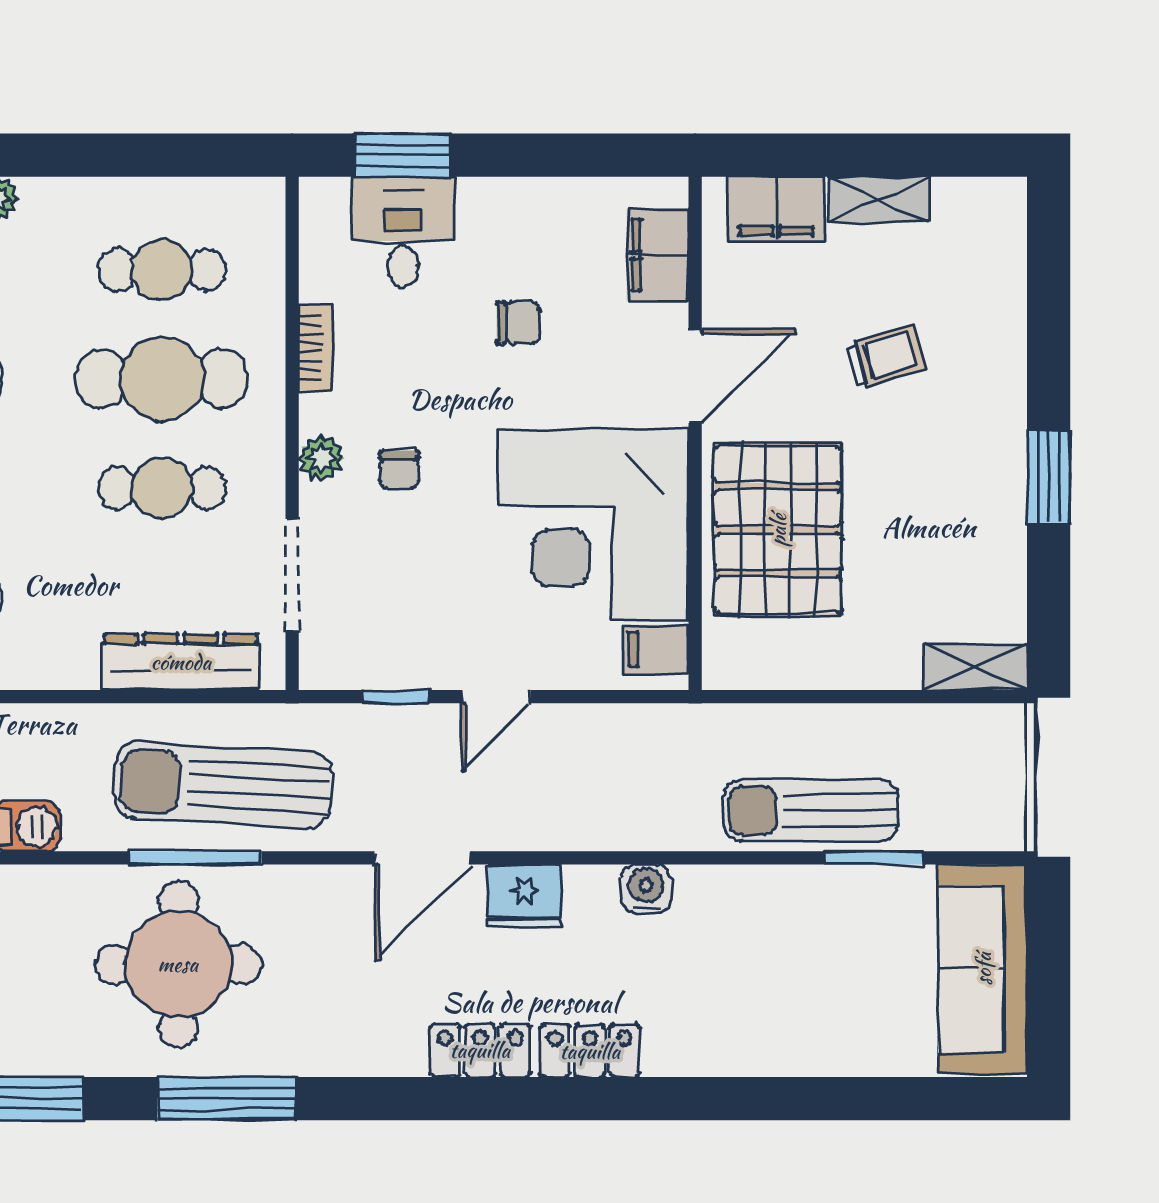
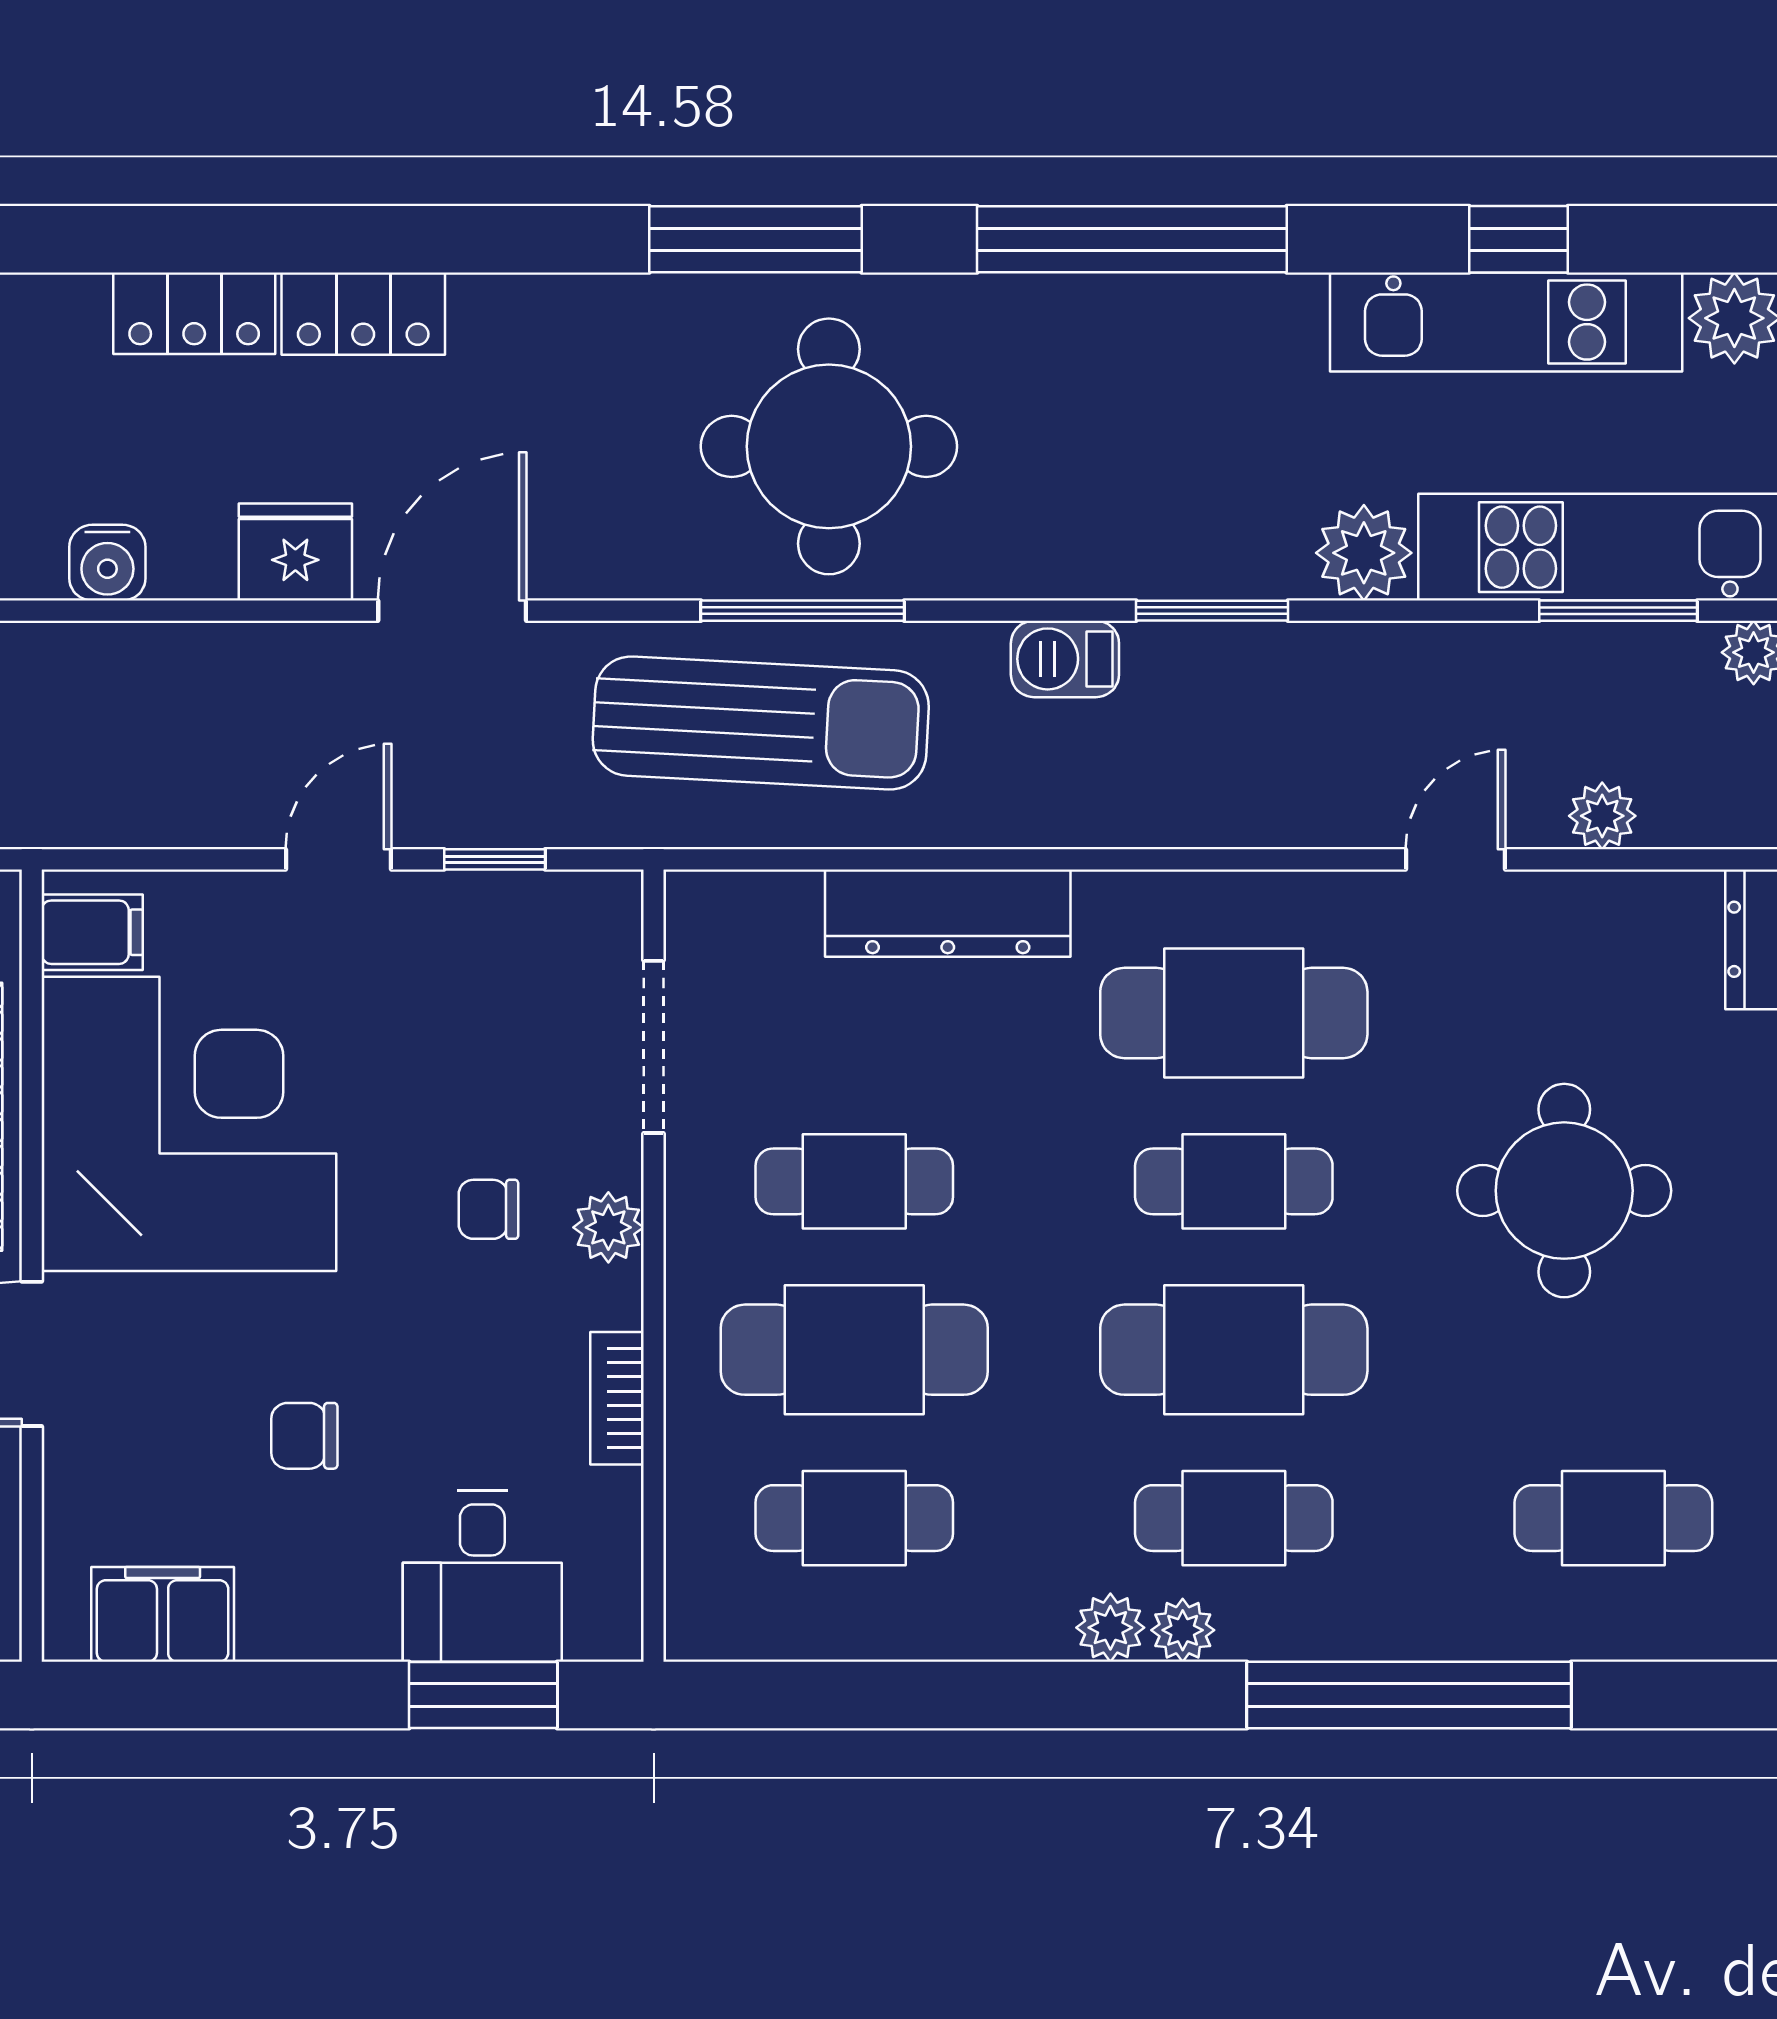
filing cabinet: (658, 255) -> (163, 1614), moved, turned -90
chair: (399, 470) -> (488, 1209), turned -90
dresser: (181, 662) -> (948, 913), moved

